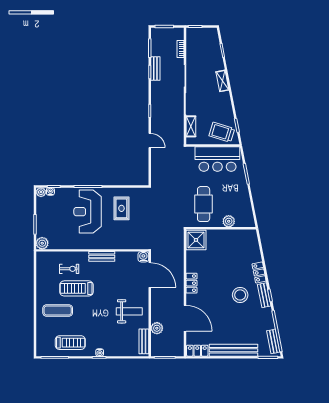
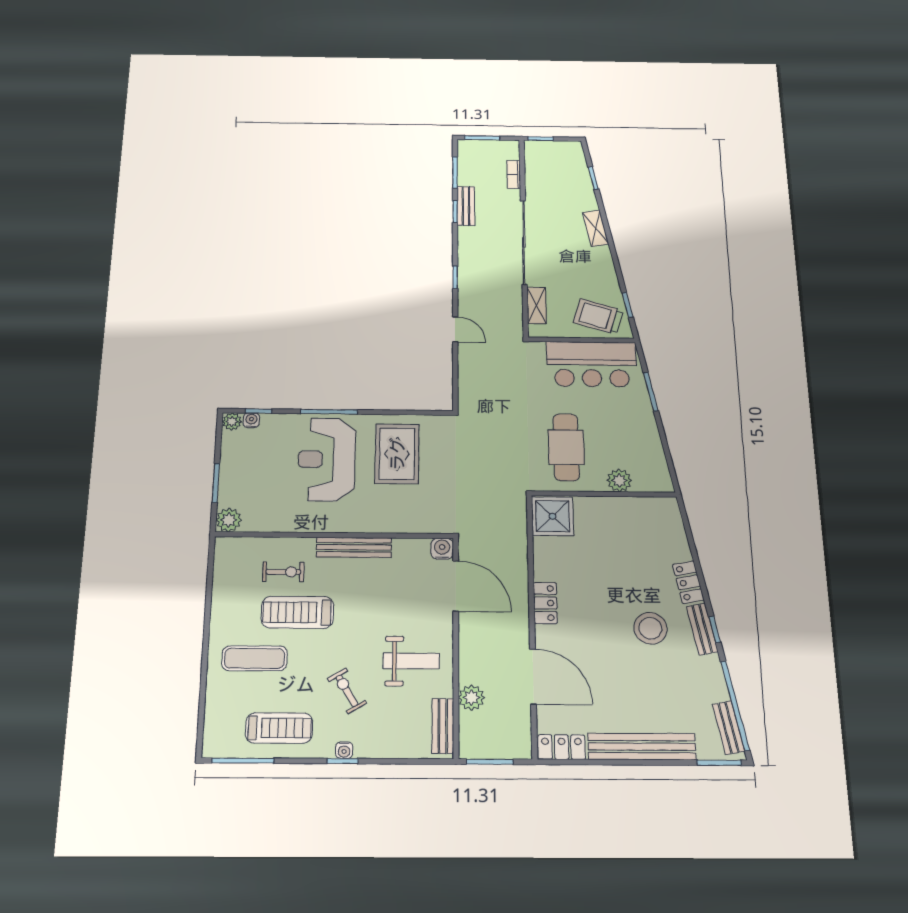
rug: (121, 208) -> (397, 454), width x1.36, depth x1.43
bench: (102, 256) -> (354, 547), width x1.36
exercise bike: (100, 325) -> (347, 691), added

